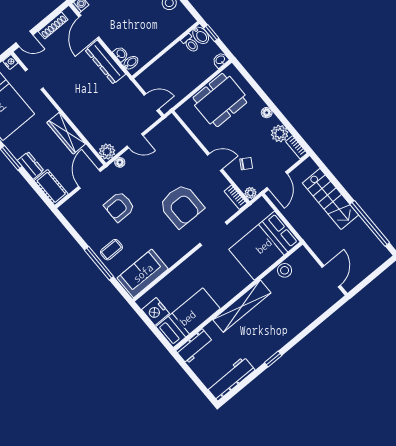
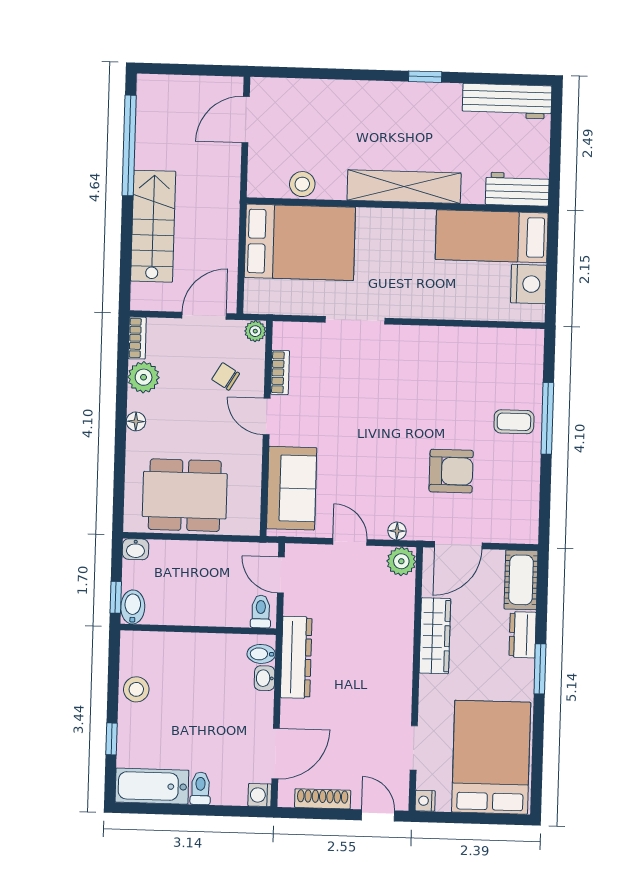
toilet: (190, 43) -> (261, 612), moved
dresser: (105, 62) -> (296, 657), moved
bookcase: (236, 197) -> (280, 372), moved
armchair: (181, 206) -> (365, 397), removed
sofa: (143, 273) -> (292, 488), moved, turned -90

